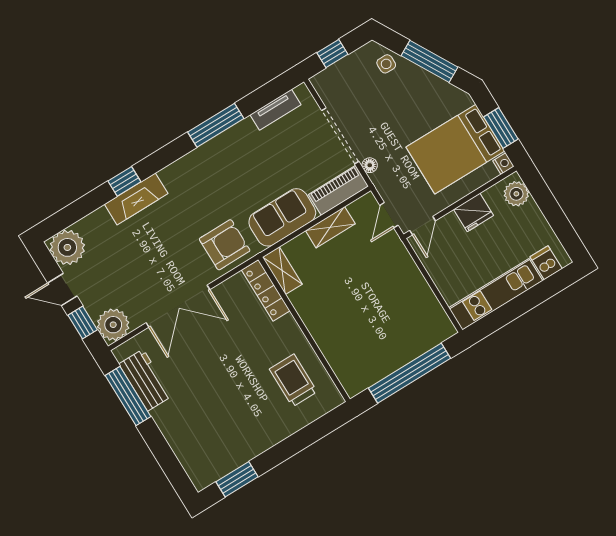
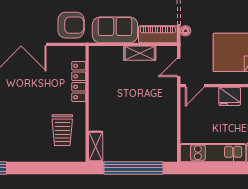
shelving: (282, 271) -> (96, 147), moved
locker: (266, 290) -> (79, 82), moved
trolley: (293, 380) -> (62, 130), turned 180

